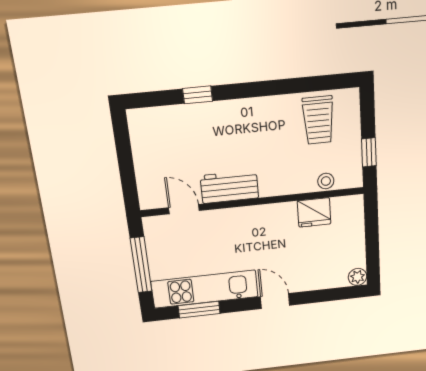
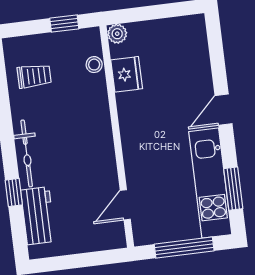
bicycle: (239, 110) -> (27, 153), added
trolley: (318, 120) -> (34, 76), width x0.73, depth x0.72
workbench: (229, 187) -> (38, 216), moved, turned 180
plant: (358, 277) -> (117, 34), moved

